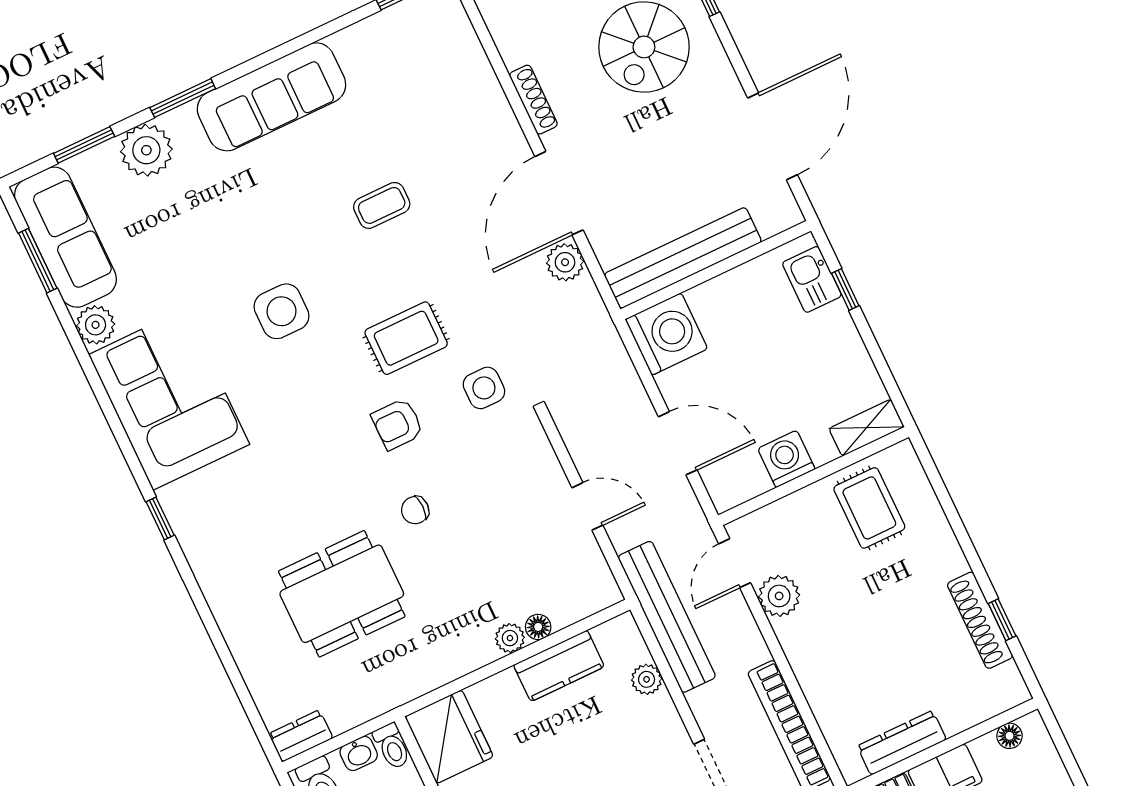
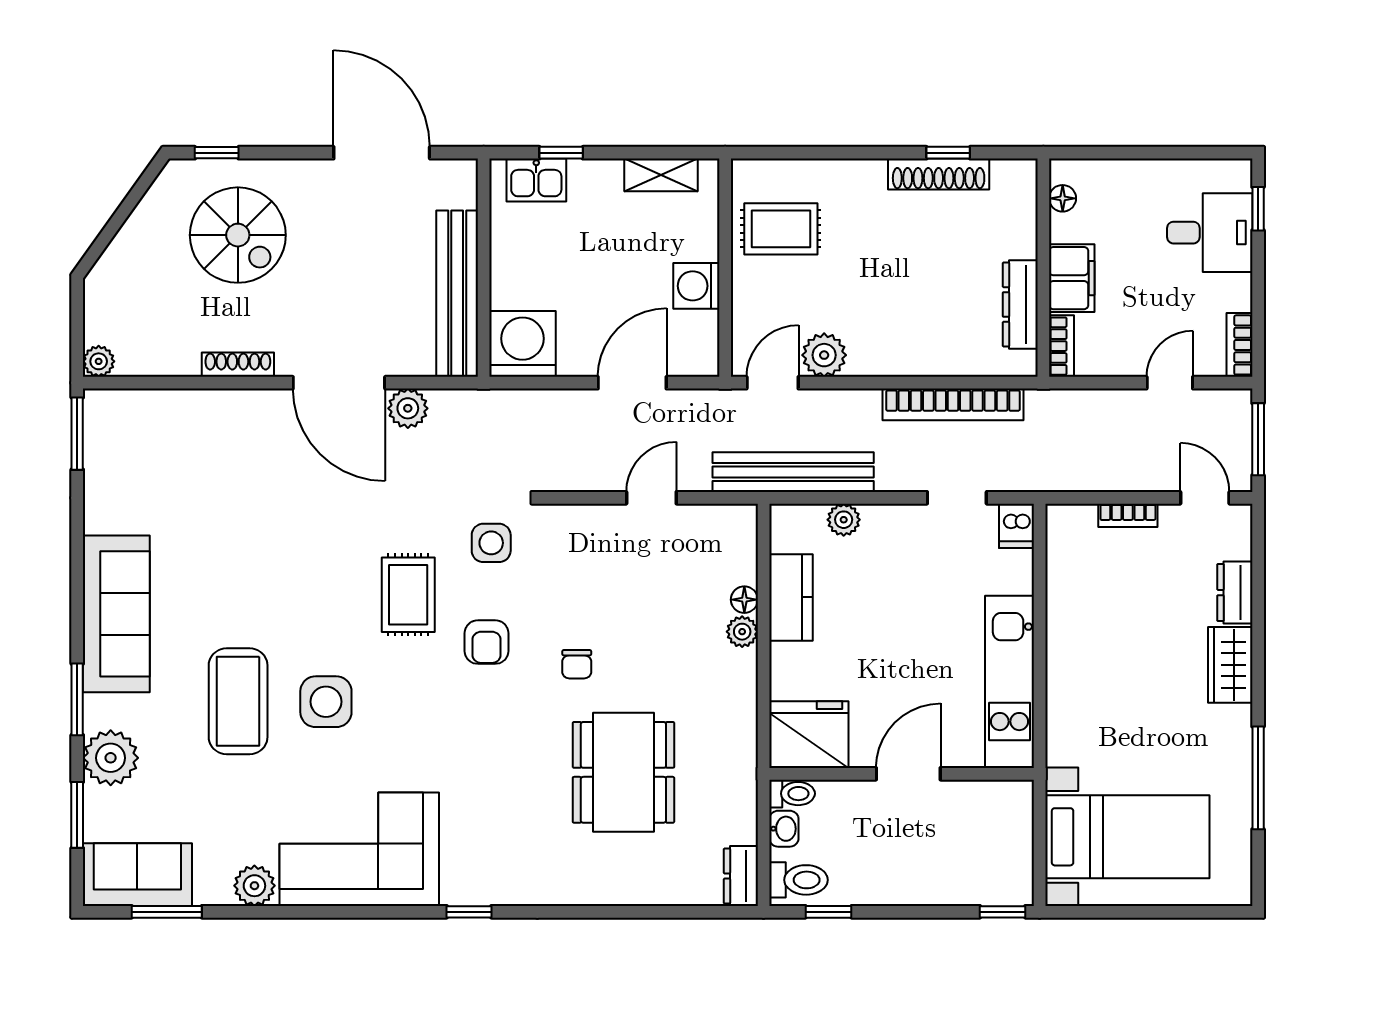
coffee table: (382, 205) -> (238, 701), moved, width x1.86, depth x1.72
sofa: (65, 237) -> (137, 875), width x0.73
shelving: (867, 428) -> (661, 175), moved, turned 90
door: (735, 563) -> (773, 383), swing flipped

